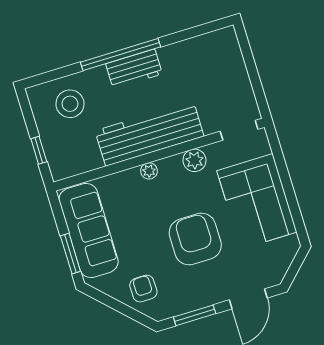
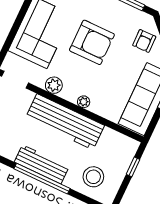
workbench: (134, 69) -> (42, 164), width x1.38
armchair: (195, 239) -> (92, 42), turned -90

